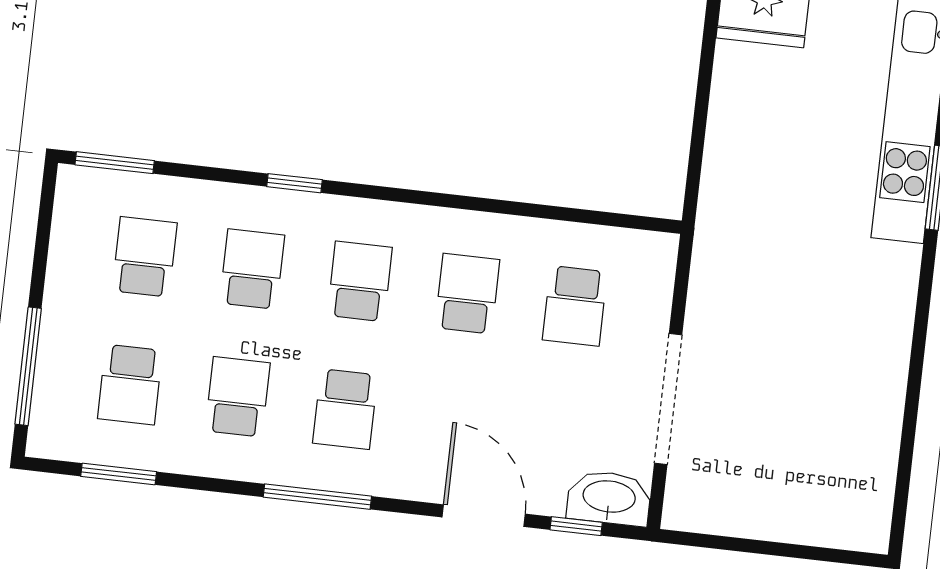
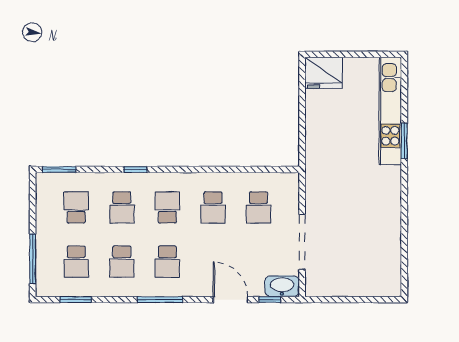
school desk: (252, 269) -> (122, 207), turned 180
school desk: (467, 294) -> (213, 207), turned 180
school desk: (238, 397) -> (122, 262), turned 180

